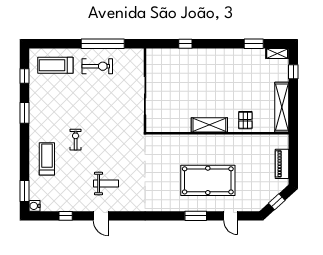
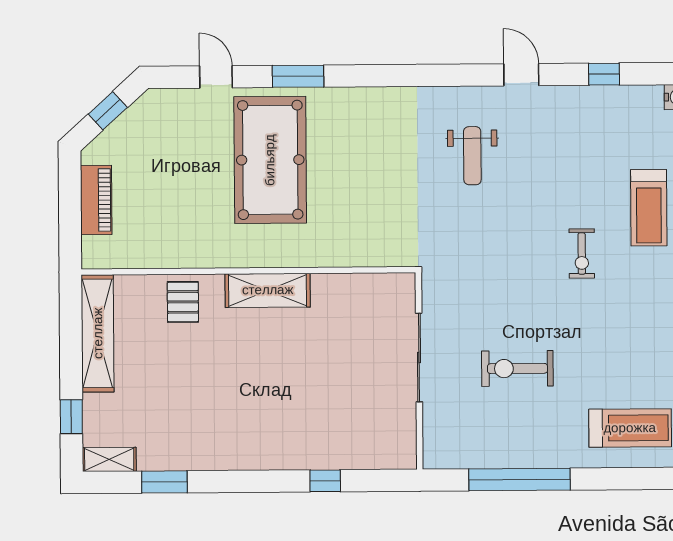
exercise bike: (97, 66) -> (517, 368), moved
pool table: (208, 180) -> (270, 160), turned 90
weight bench: (106, 184) -> (472, 156), moved, turned -90

